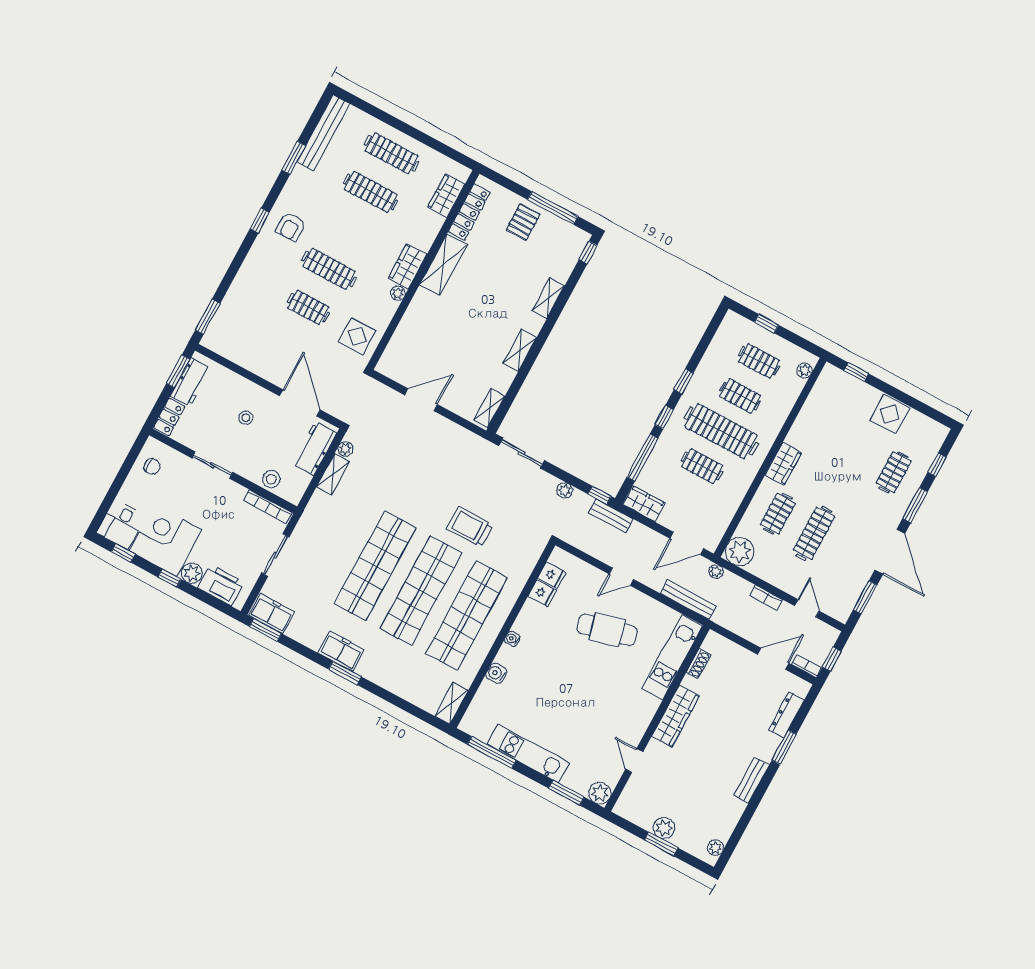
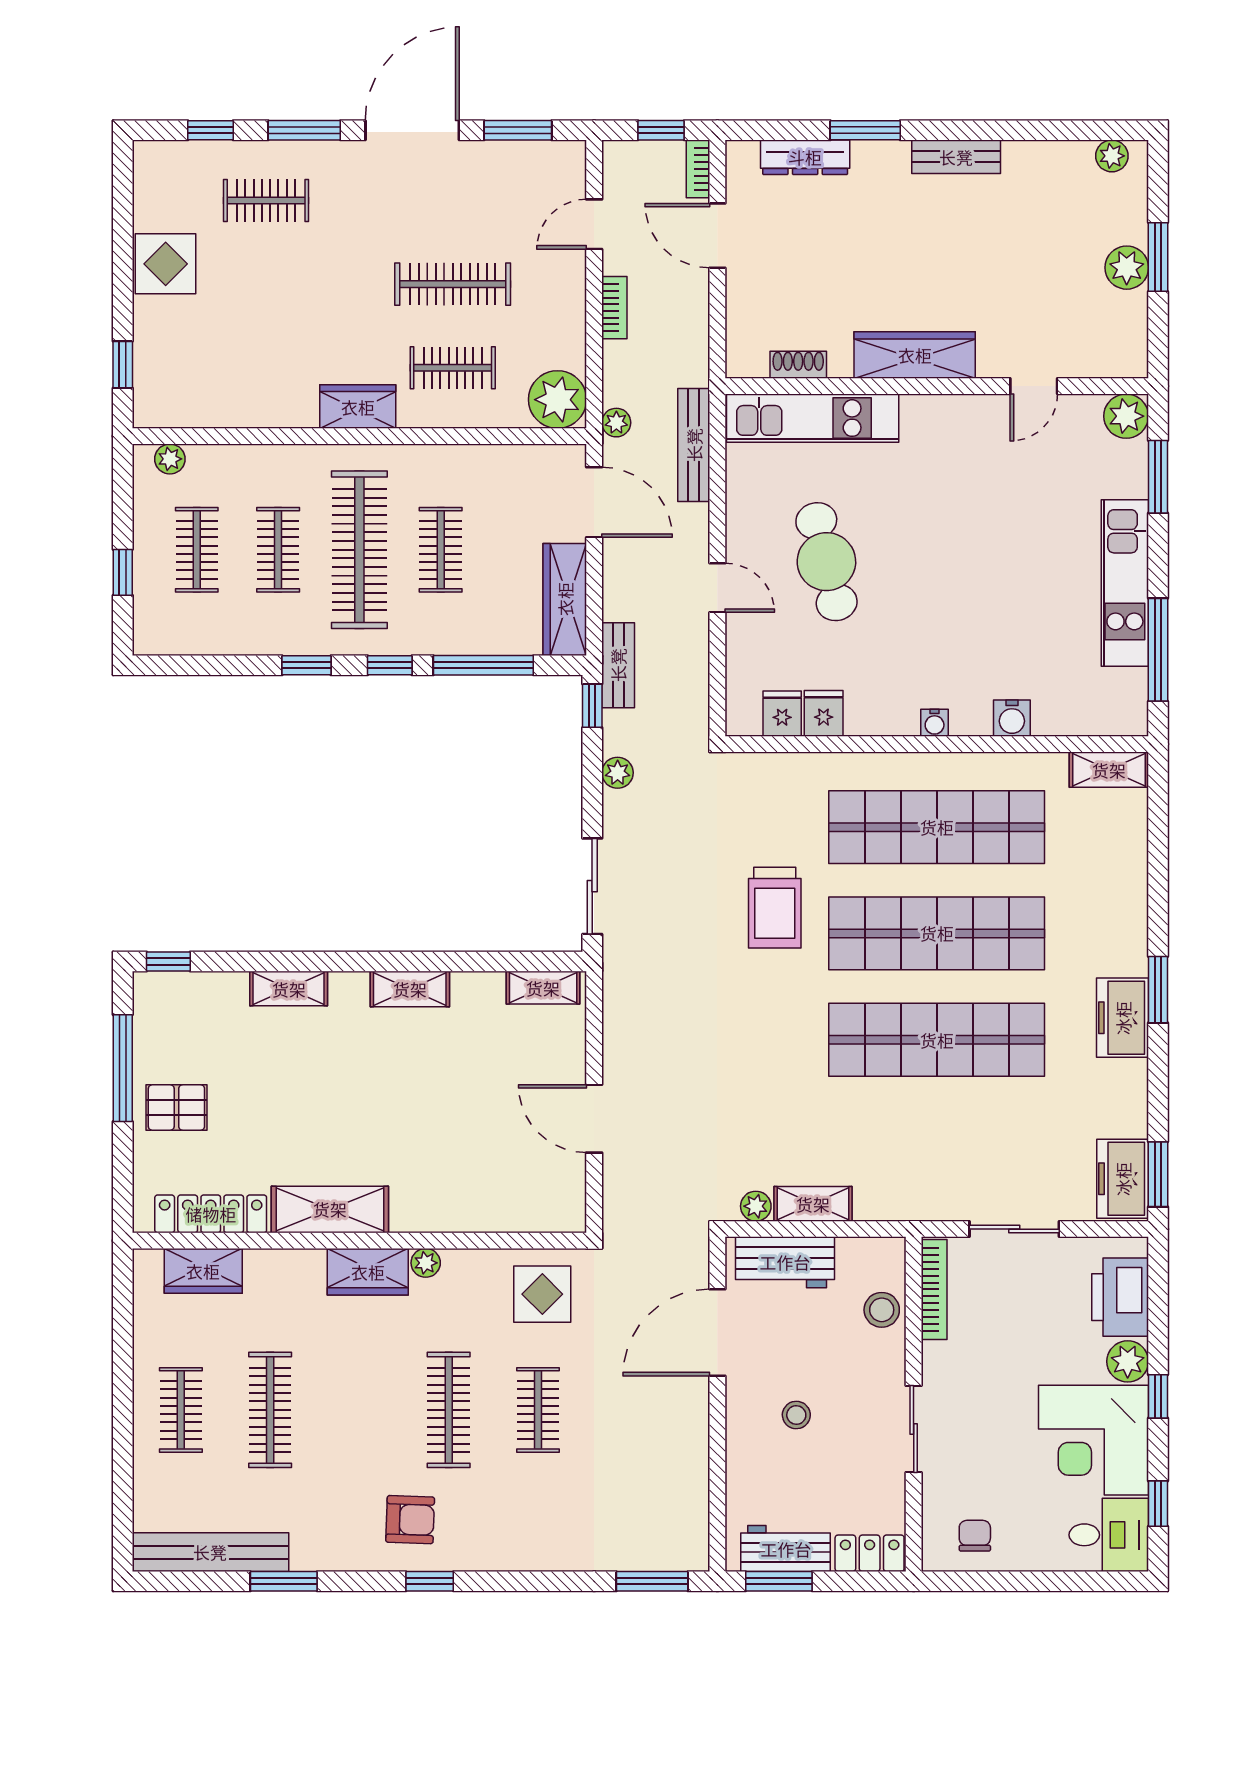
clothes rail: (392, 153) -> (181, 1410), width x0.73
wardrobe: (644, 504) -> (565, 599), width x1.50

